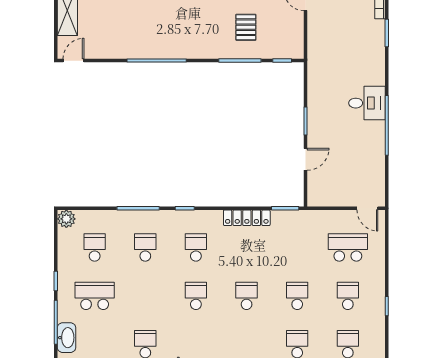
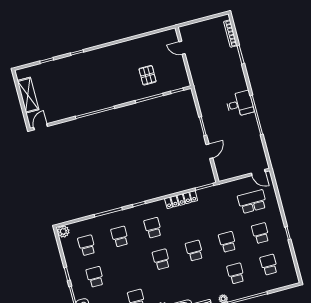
school desk: (95, 296) -> (95, 277), width x0.54

